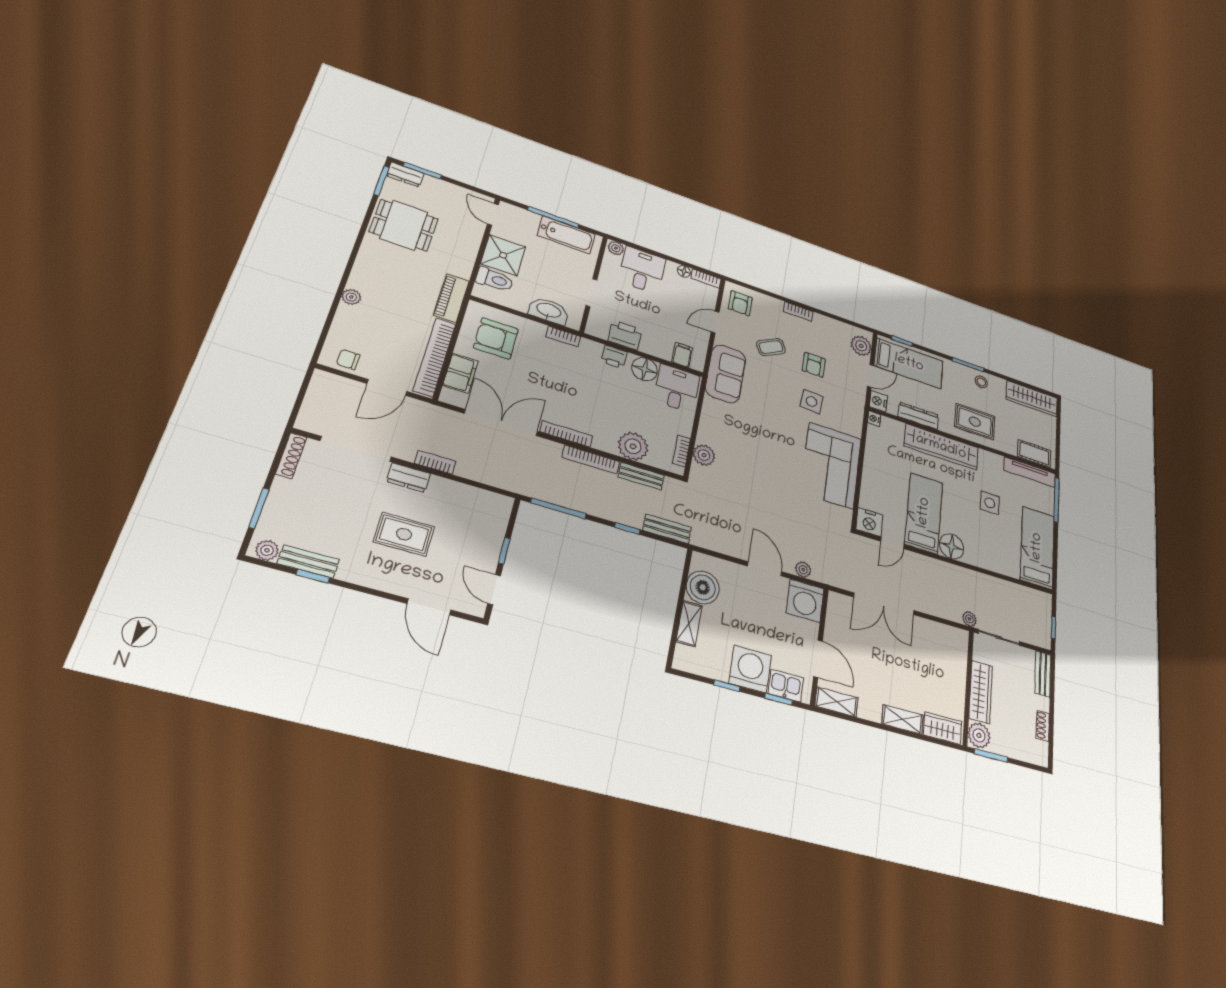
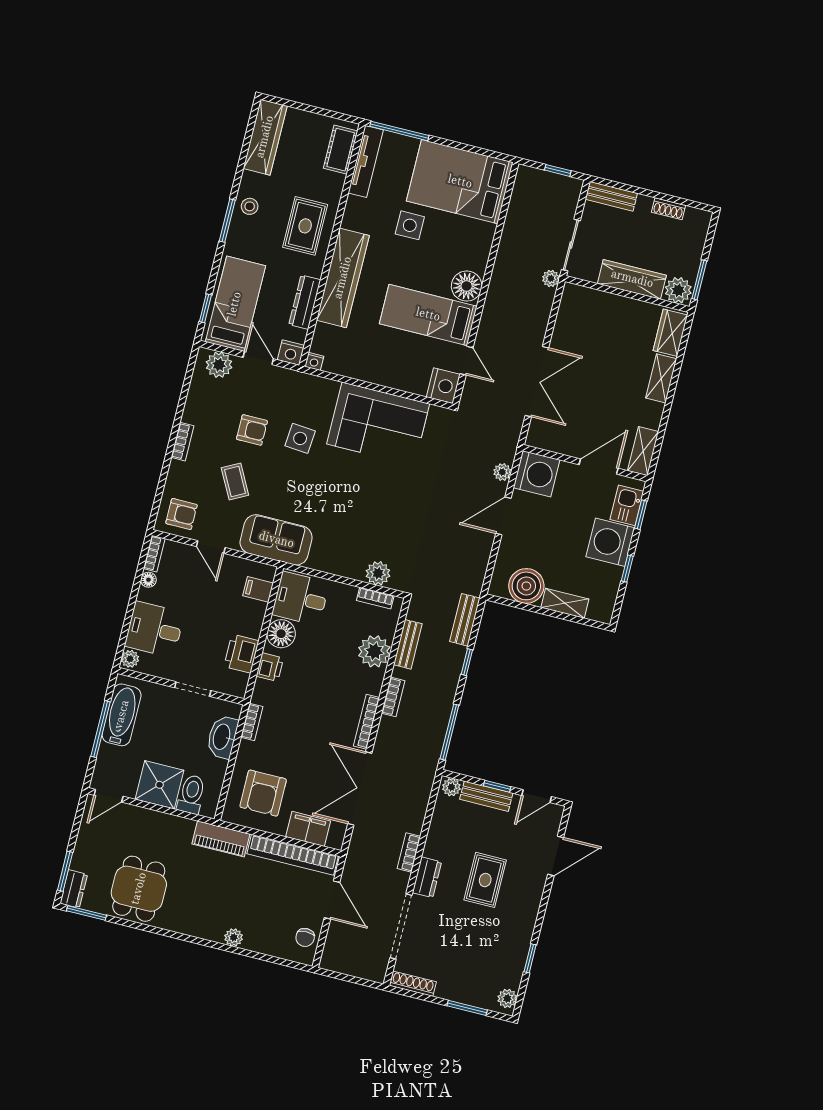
bookcase: (591, 459) -> (393, 697), width x0.64
plant: (503, 507) -> (451, 787), added
bed: (1037, 548) -> (460, 182), width x1.50
bench: (308, 561) -> (486, 796), moved, turned 90

